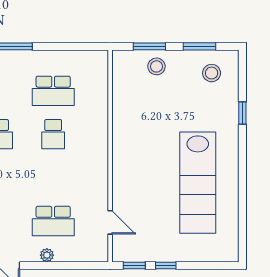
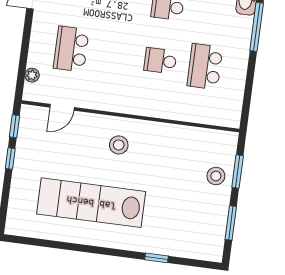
stool: (212, 73) -> (119, 145), moved
plant: (47, 255) -> (32, 75), moved

